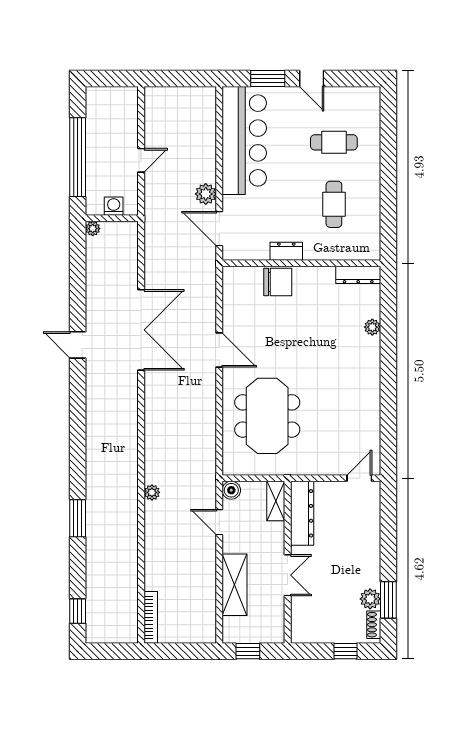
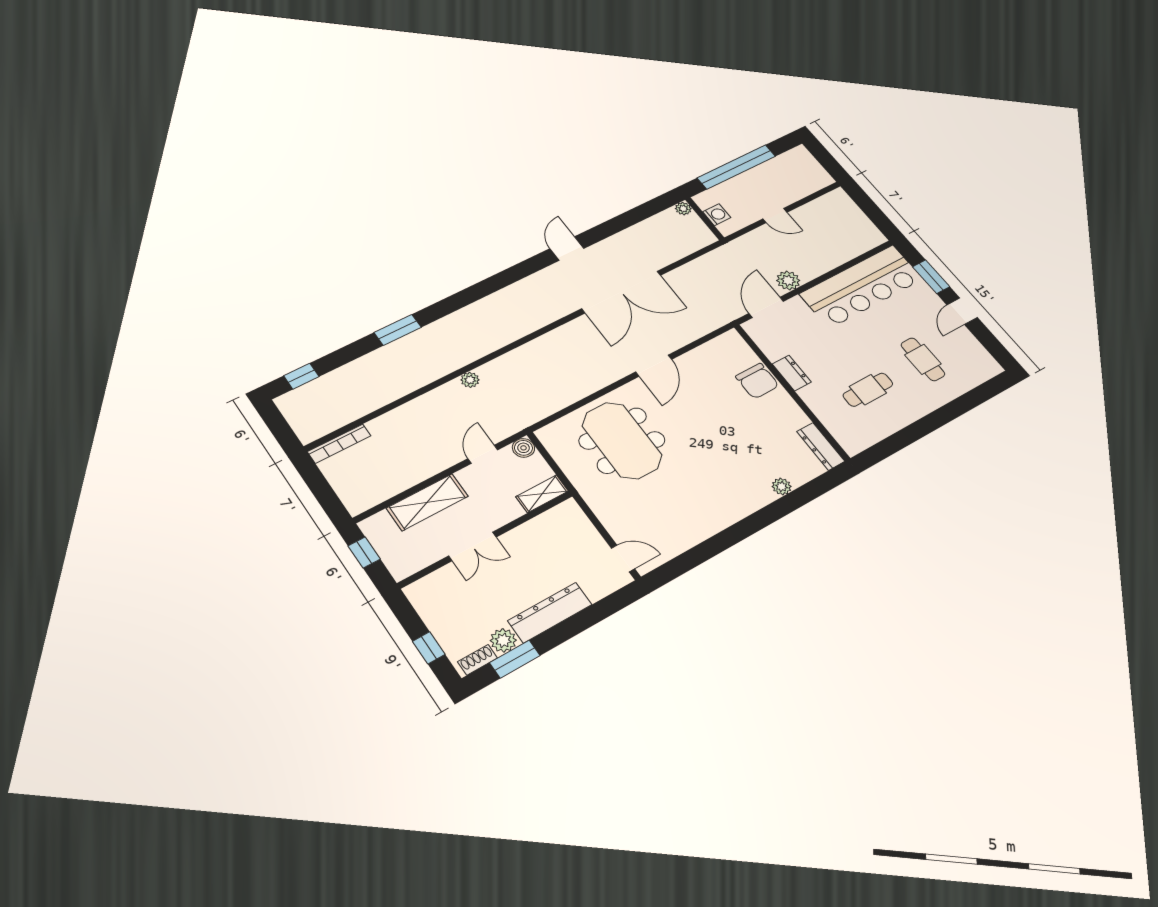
meeting table: (267, 416) -> (622, 440), turned 90
dresser: (302, 513) -> (550, 613), moved, turned 180

